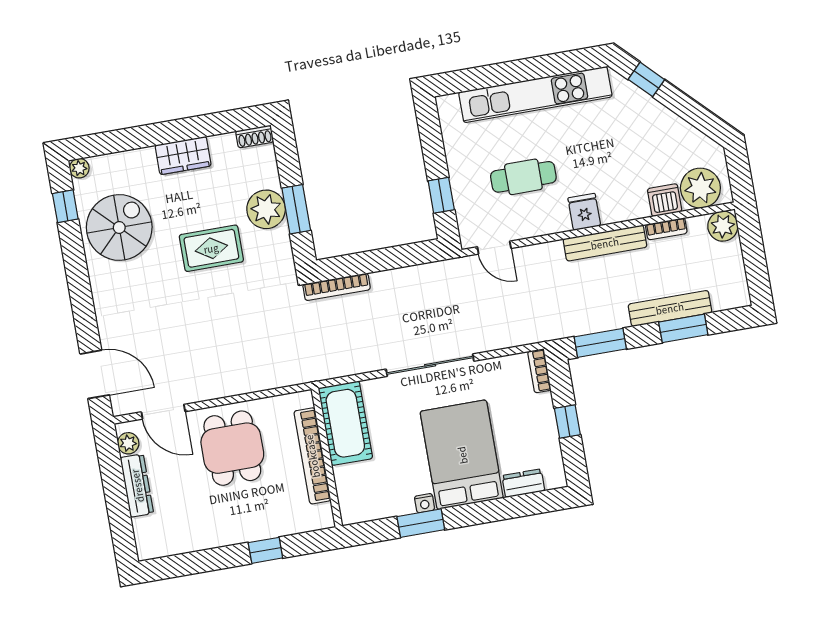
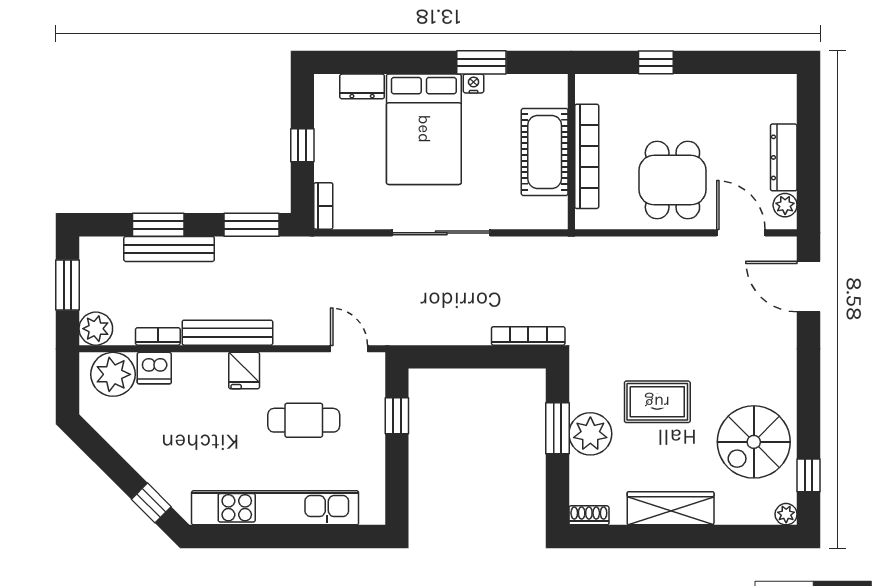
wardrobe: (183, 155) -> (671, 508), width x1.50
window: (755, 261) -> (68, 285), added
cot: (345, 423) -> (545, 152), moved

